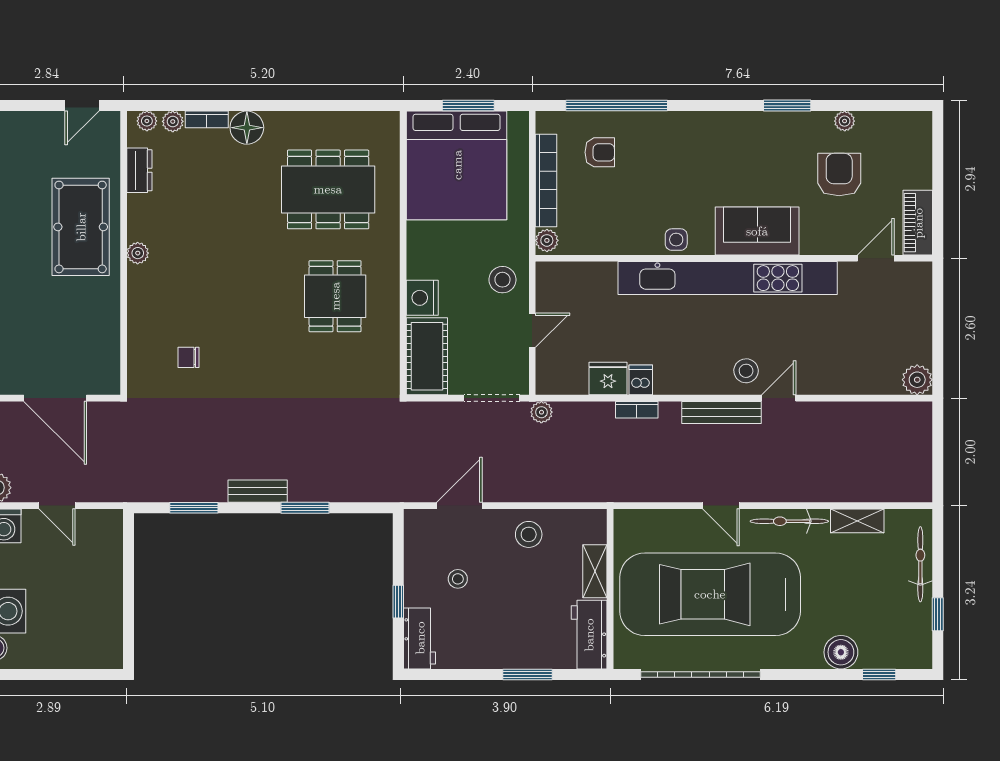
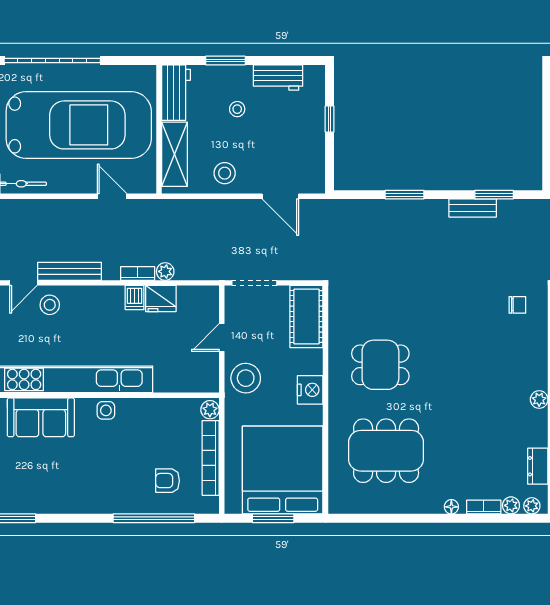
floor lamp: (247, 128) -> (451, 507), width x0.53, depth x0.53
stool: (502, 280) -> (246, 378), width x1.38, depth x1.38
dining table: (335, 296) -> (380, 365), turned 90
nightstand: (422, 298) -> (310, 390), moved
chair: (189, 357) -> (517, 305), moved
plant: (541, 412) -> (165, 271), moved
bench: (258, 491) -> (473, 208), moved
door: (459, 506) -> (280, 196), hinge flipped
door: (721, 506) -> (112, 196), moved
shelving: (595, 571) -> (174, 154), width x1.50, depth x1.33
stool: (458, 579) -> (237, 109), moved
workbench: (420, 638) -> (278, 78), moved, turned -90
garage door: (701, 674) -> (52, 60), moved

